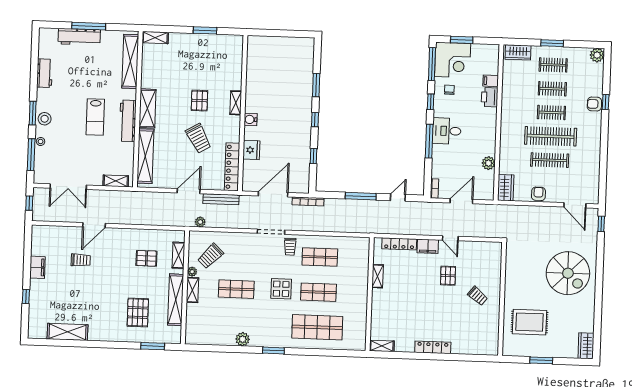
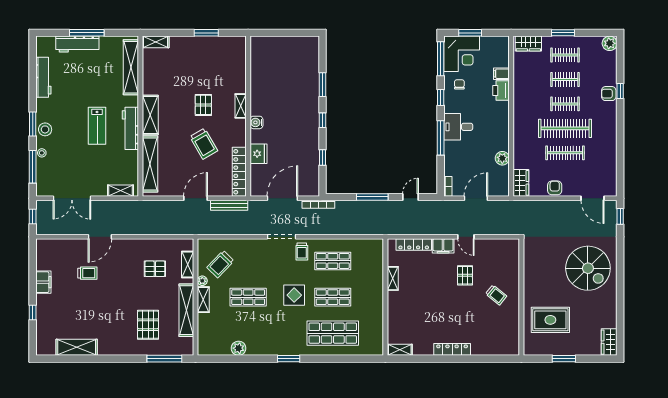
workbench: (45, 73) -> (43, 77), width x1.38
plant: (200, 222) -> (209, 229), removed
plant: (243, 339) -> (239, 348), moved
window: (153, 346) -> (164, 359), width x1.44

